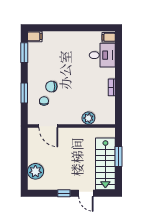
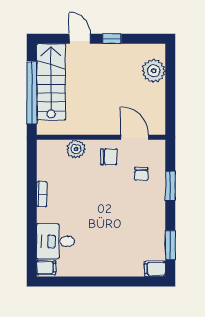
chair: (51, 87) -> (109, 157), moved
window: (119, 157) -> (32, 92), width x2.11

